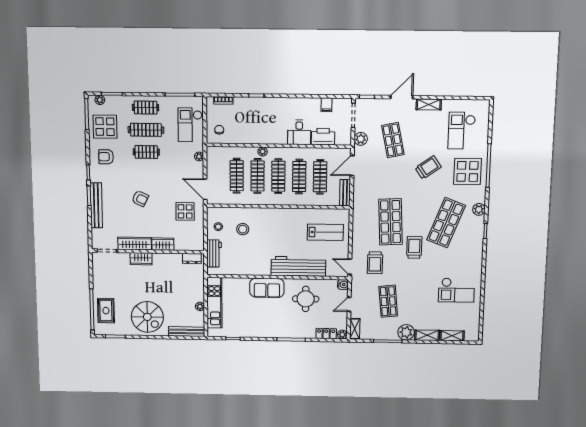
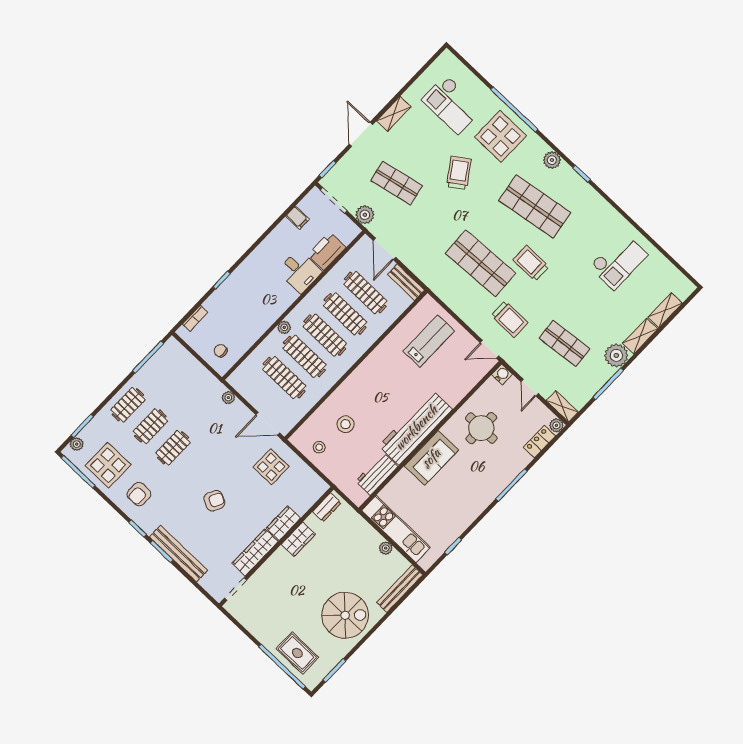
checkout: (190, 125) -> (188, 376), removed
clothes rail: (146, 130) -> (150, 426), width x0.73
shop shelf: (446, 223) -> (535, 207), turned -30
workbench: (214, 254) -> (377, 474), moved, turned -90
wardrobe: (141, 259) -> (298, 539), moved
workbench: (298, 266) -> (416, 428), moved

